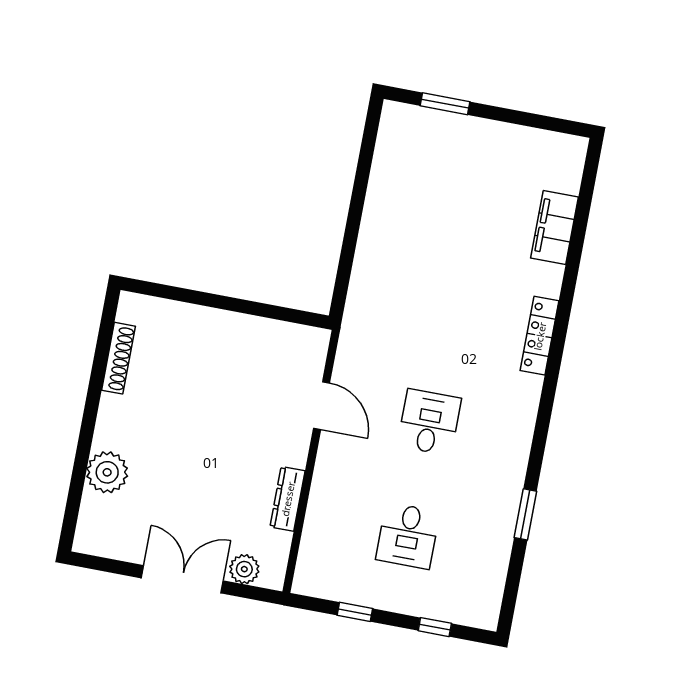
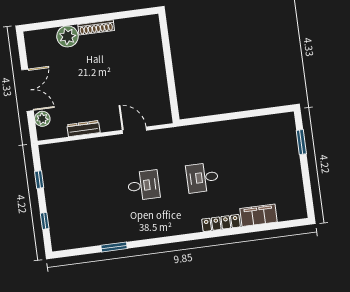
locker: (540, 336) -> (221, 223), moved
shoe rack: (118, 358) -> (96, 27), moved
door: (322, 406) -> (134, 130), swing flipped
desk: (408, 536) -> (202, 178), moved

